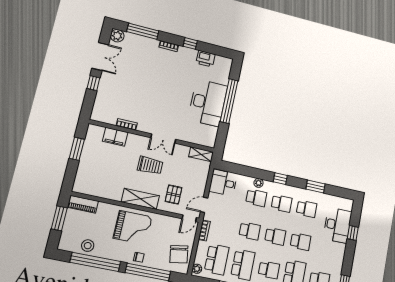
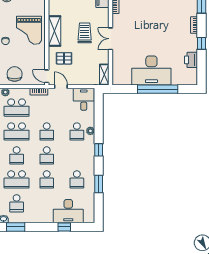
trolley: (150, 165) -> (85, 33), turned 180
school desk: (282, 203) -> (77, 155), removed
chair: (179, 254) -> (15, 74), turned 99

